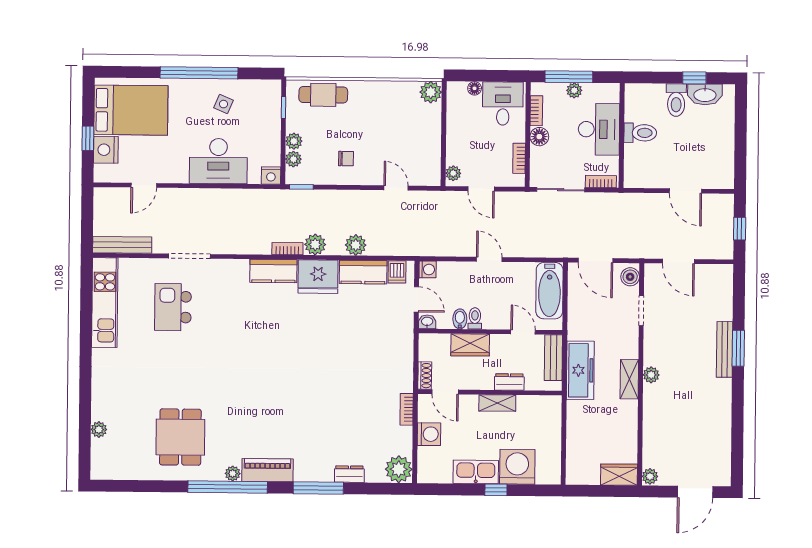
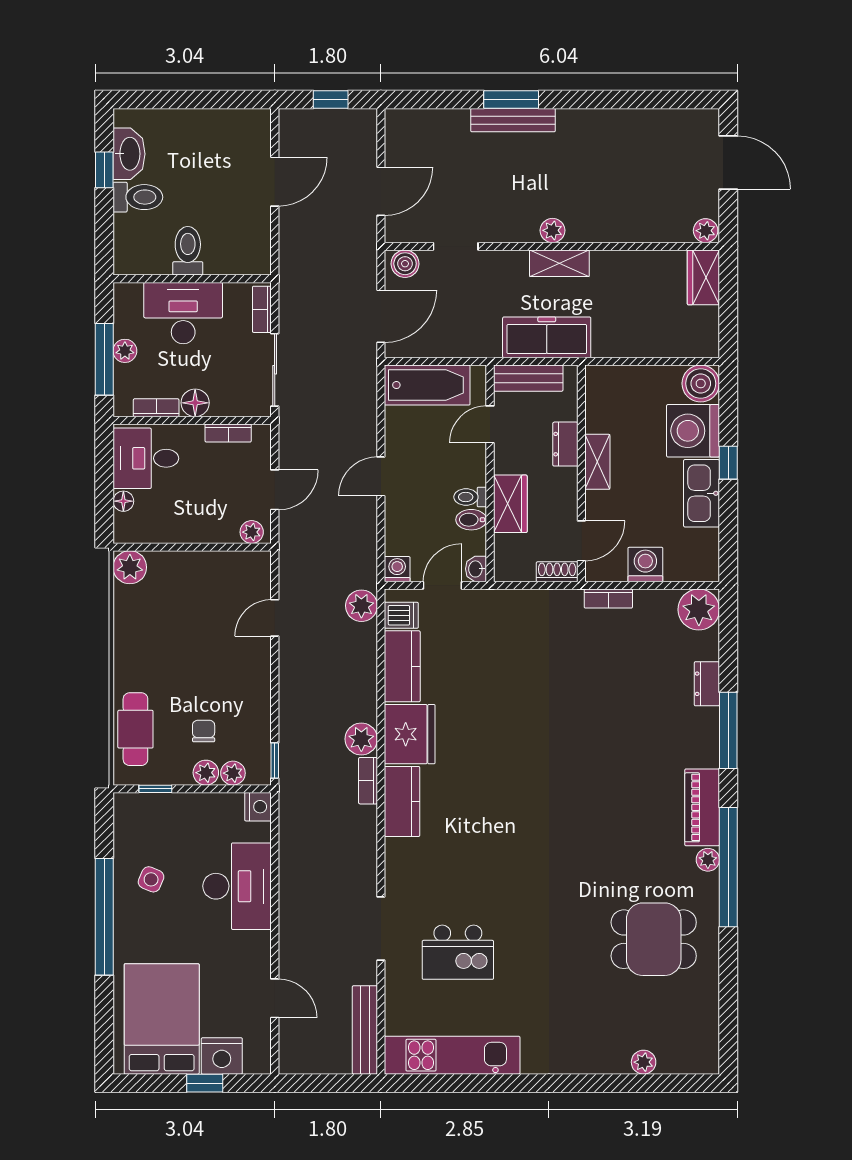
chair: (346, 159) -> (204, 731), moved
plant: (356, 245) -> (361, 606), moved
boiler: (549, 472) -> (701, 383), added

